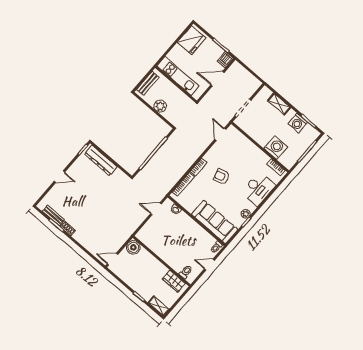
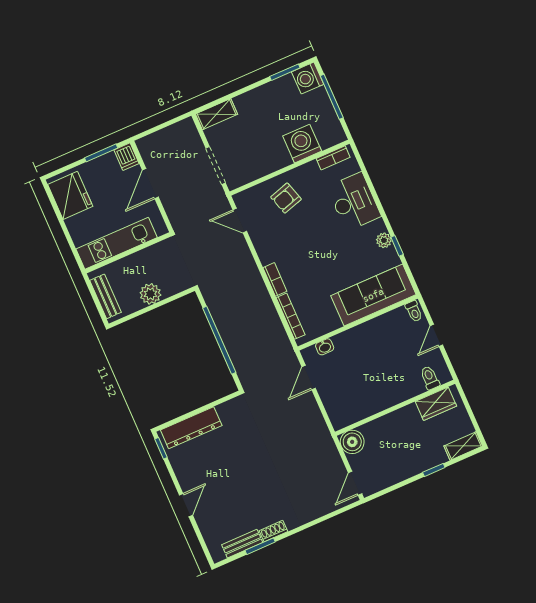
shelving: (279, 104) -> (217, 114), moved
washing machine: (298, 123) -> (308, 78), moved, turned 90
armchair: (222, 176) -> (286, 198), moved

